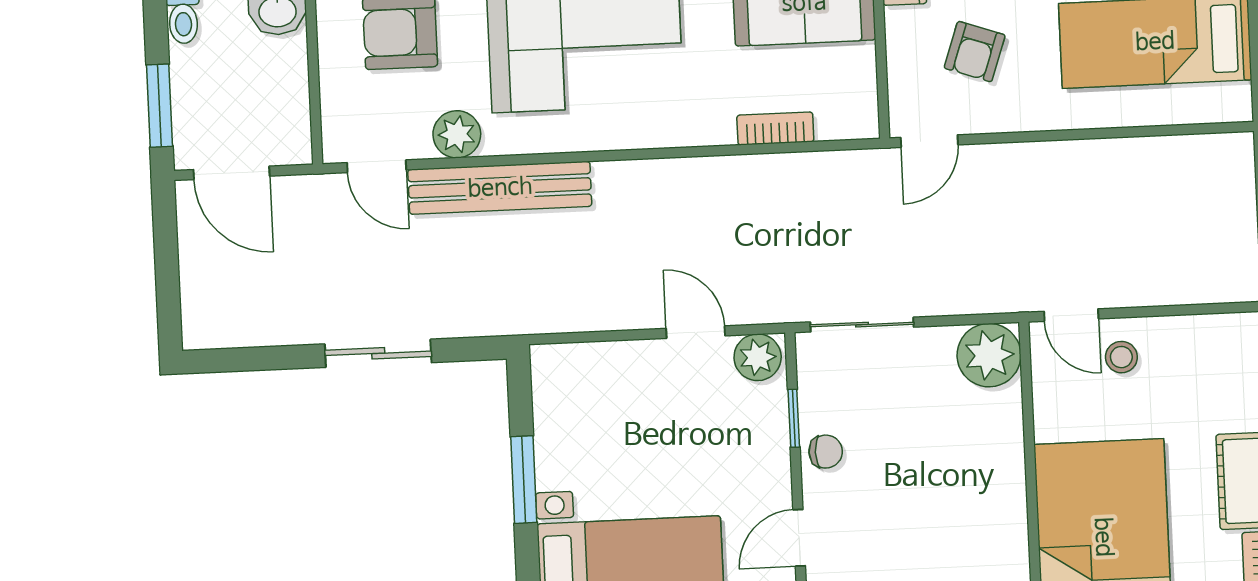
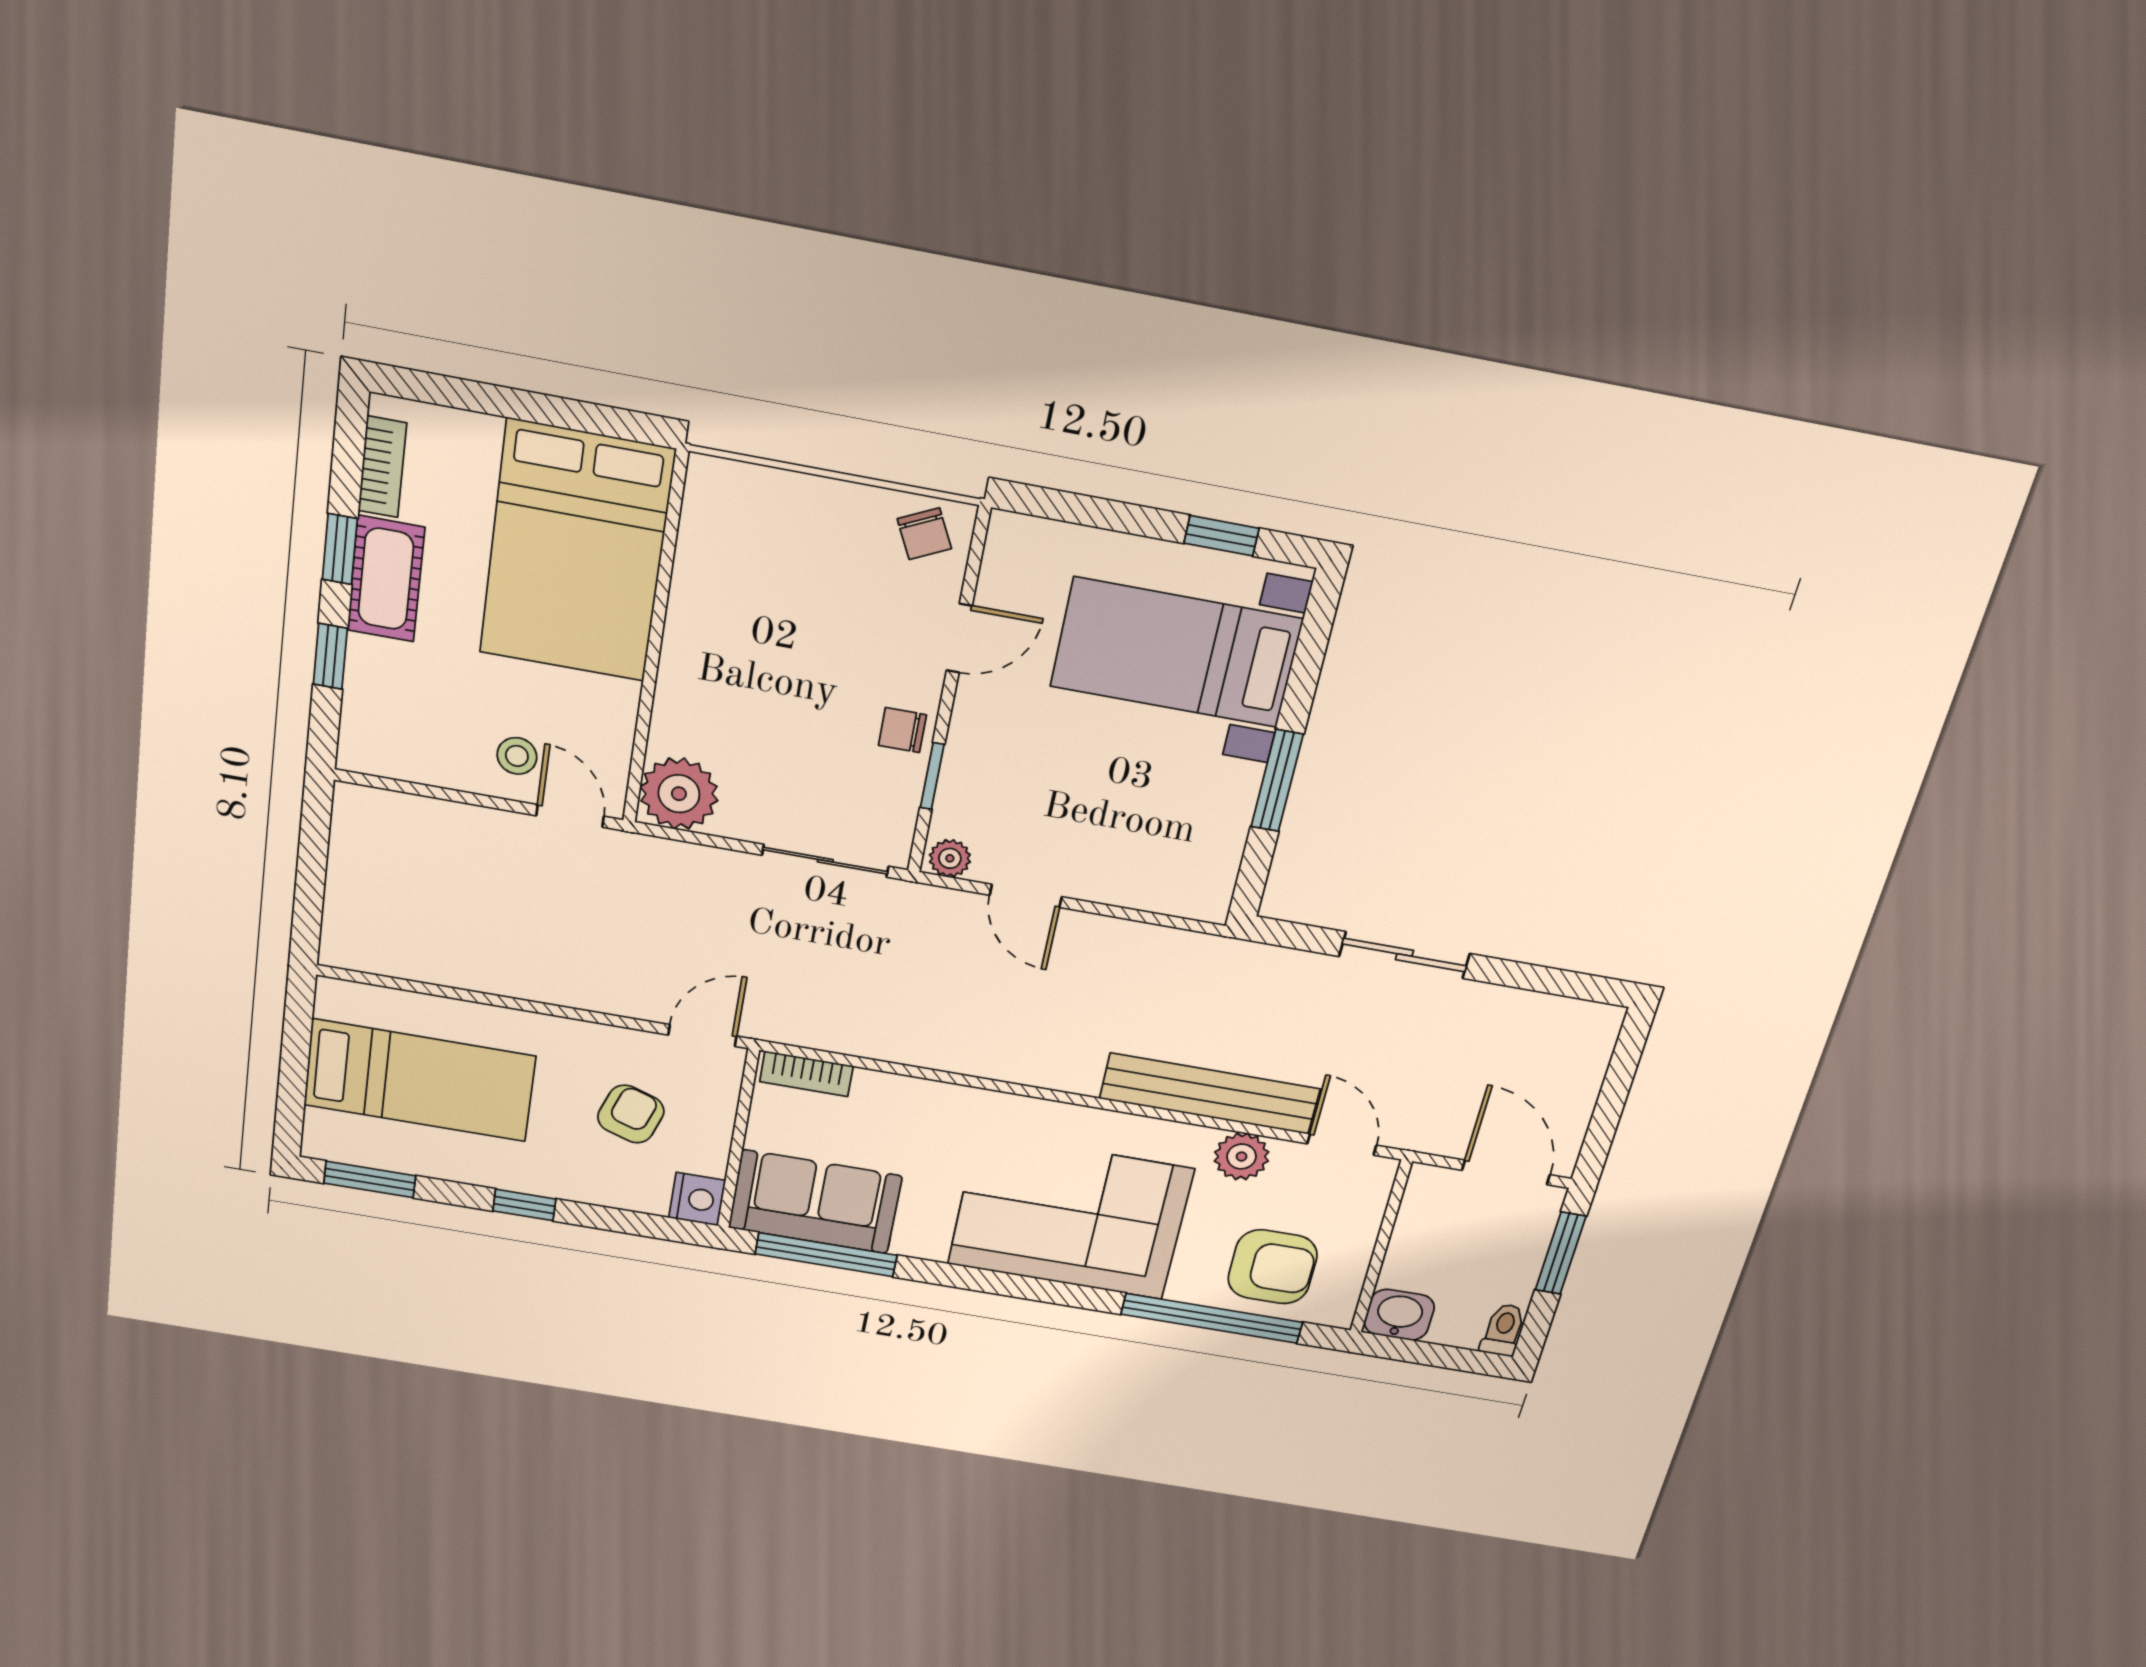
bookcase: (775, 128) -> (806, 1074), moved
plant: (758, 357) -> (950, 858), width x0.73, depth x0.73

